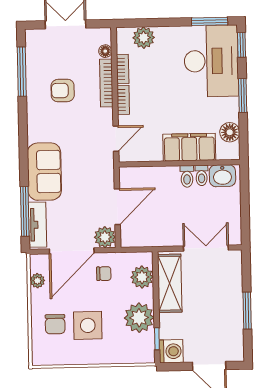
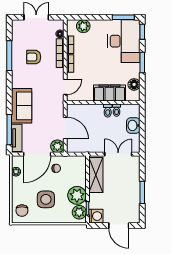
window: (22, 72) -> (9, 56), moved
washbasin: (222, 176) -> (133, 125), moved, turned 90
door: (117, 207) -> (65, 128), hinge flipped
plant: (142, 277) -> (79, 212), moved
chair: (55, 324) -> (22, 211), moved

